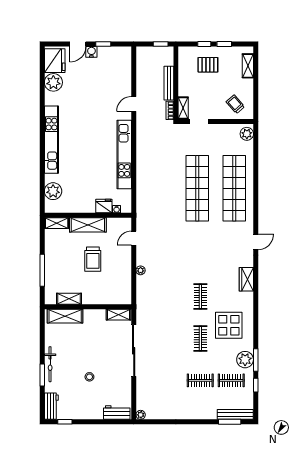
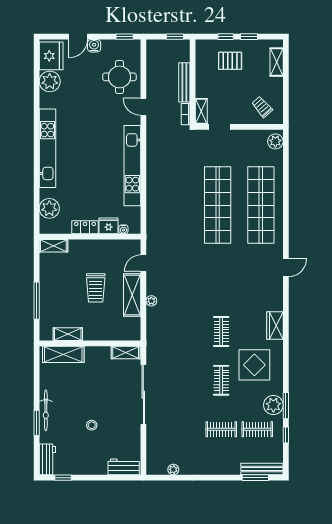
window: (103, 44) -> (125, 37), moved
round table: (113, 79) -> (120, 77), added
door: (134, 104) -> (143, 107), hinge flipped
locker: (84, 207) -> (85, 227), added
shelving: (88, 225) -> (132, 295), moved, turned 90
wardrobe: (246, 279) -> (275, 326), moved
plant: (141, 415) -> (173, 469), moved

